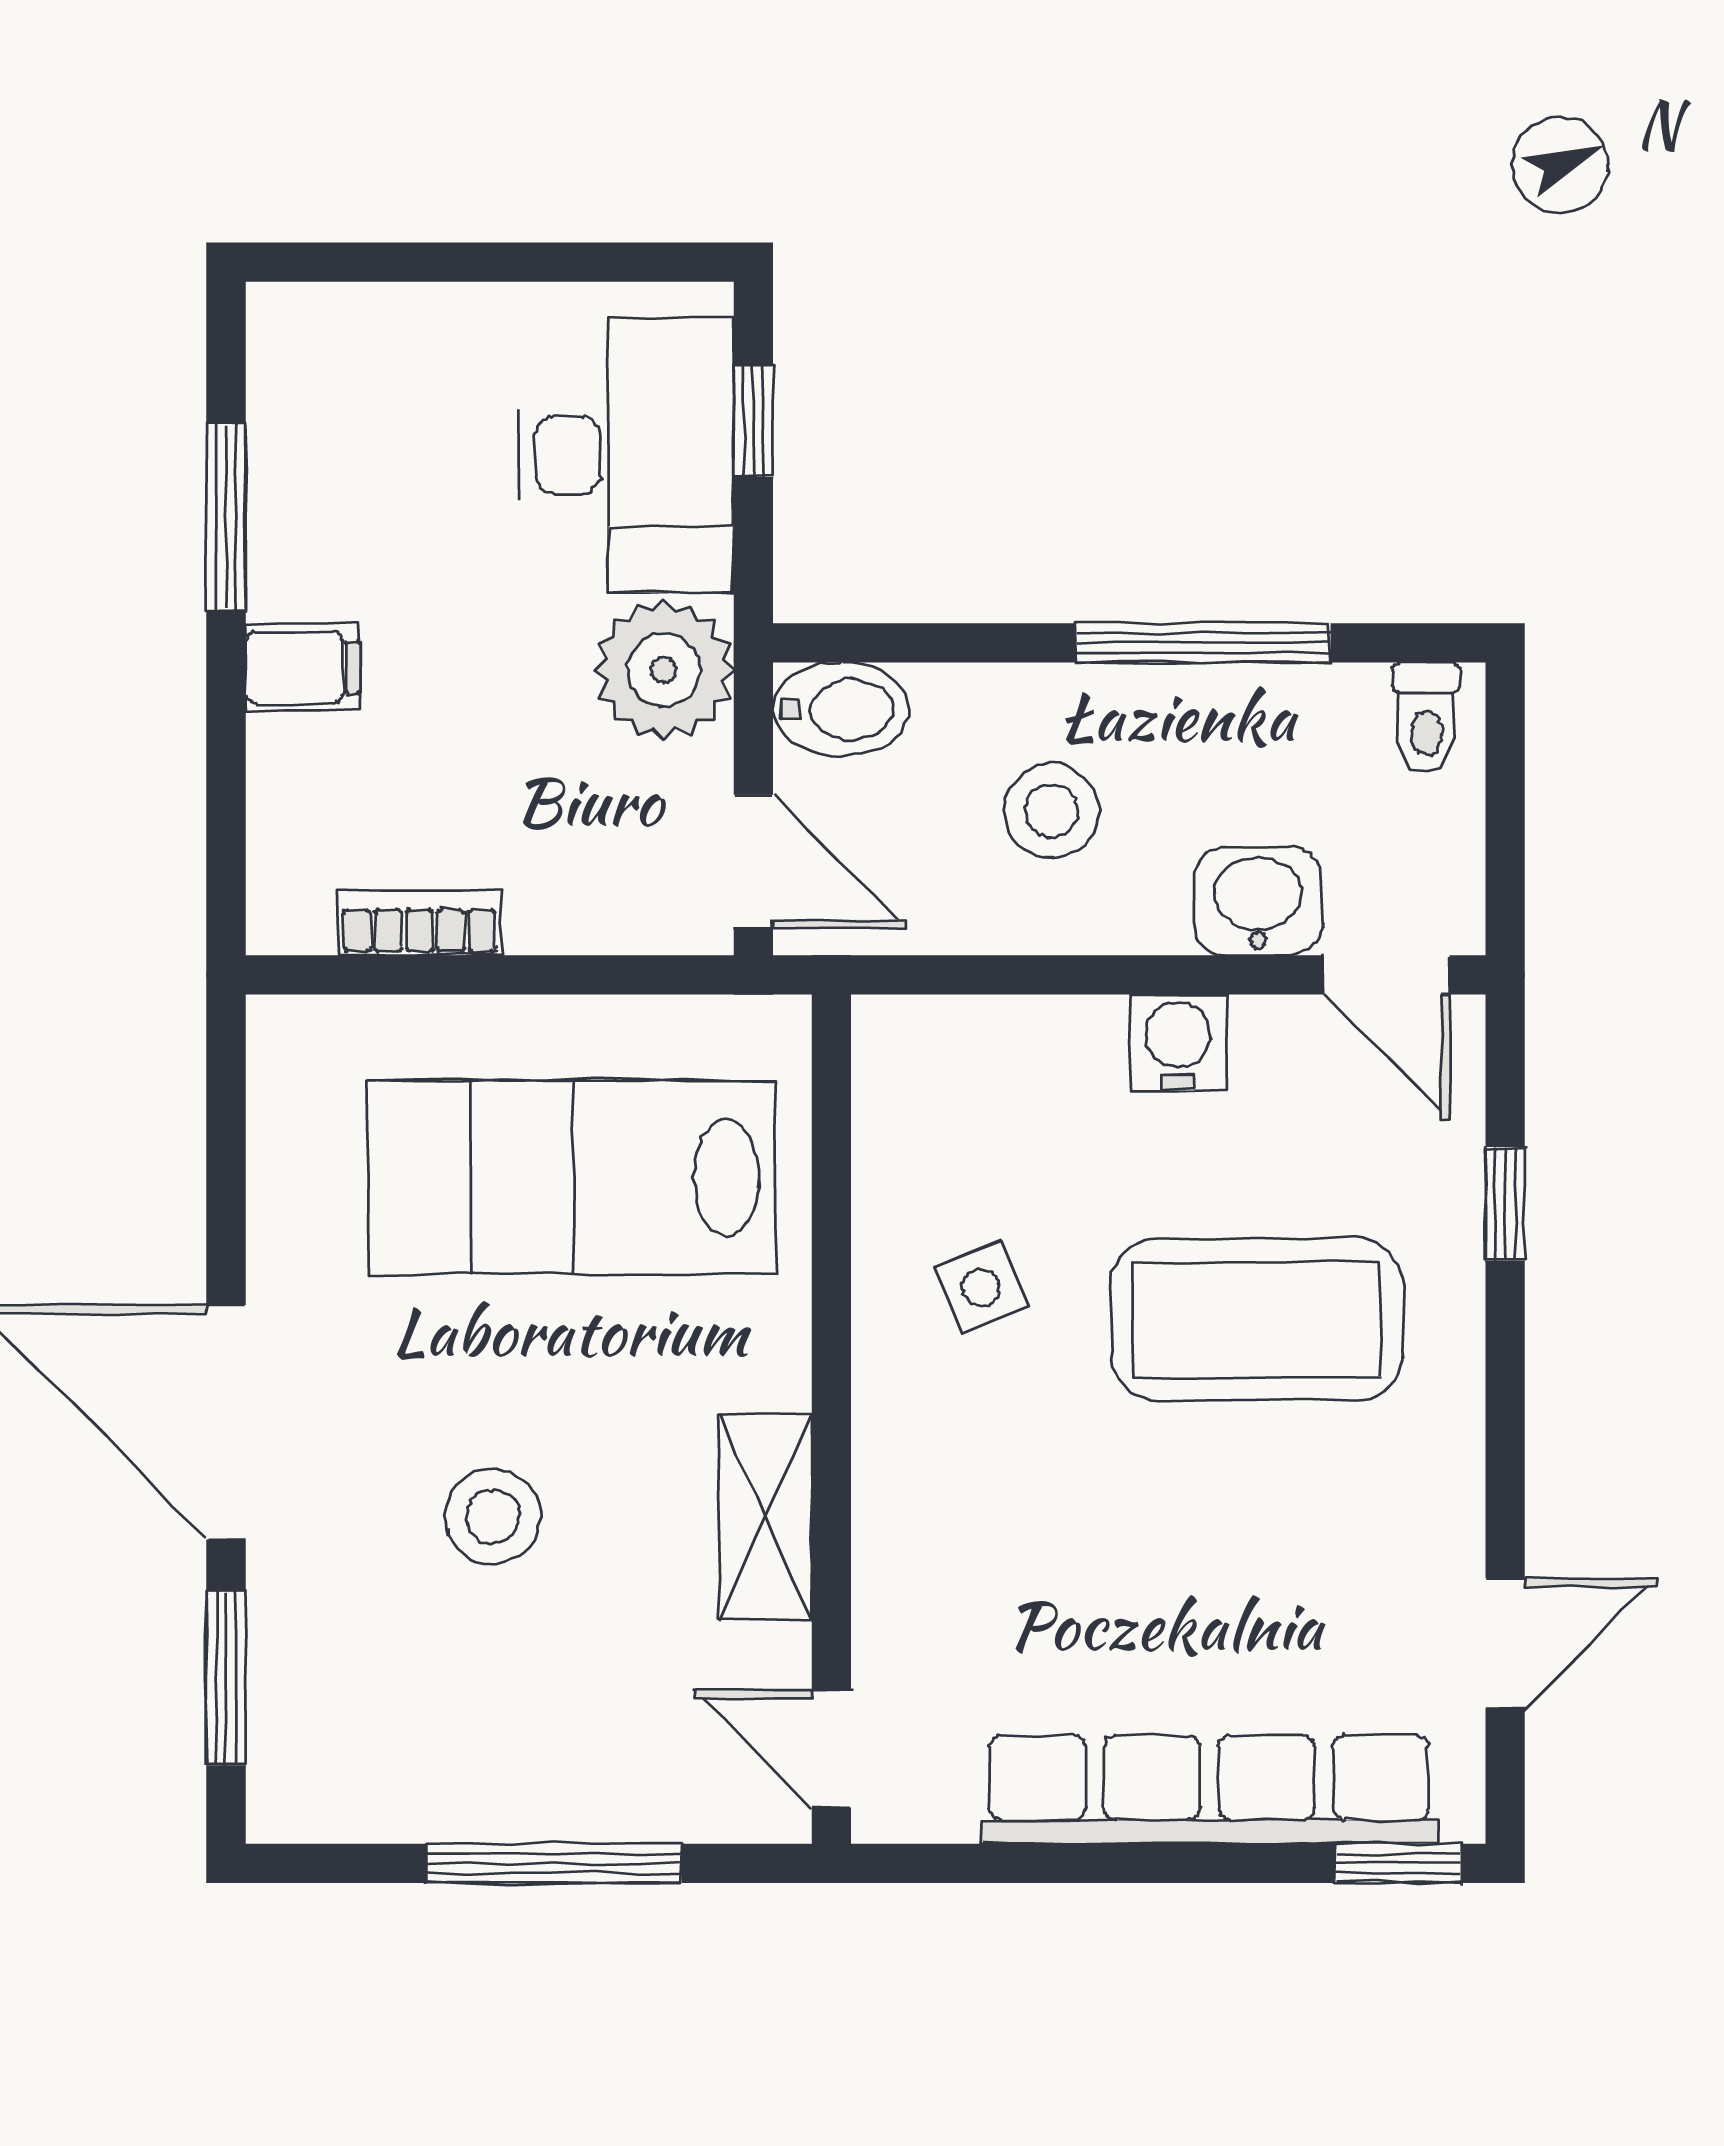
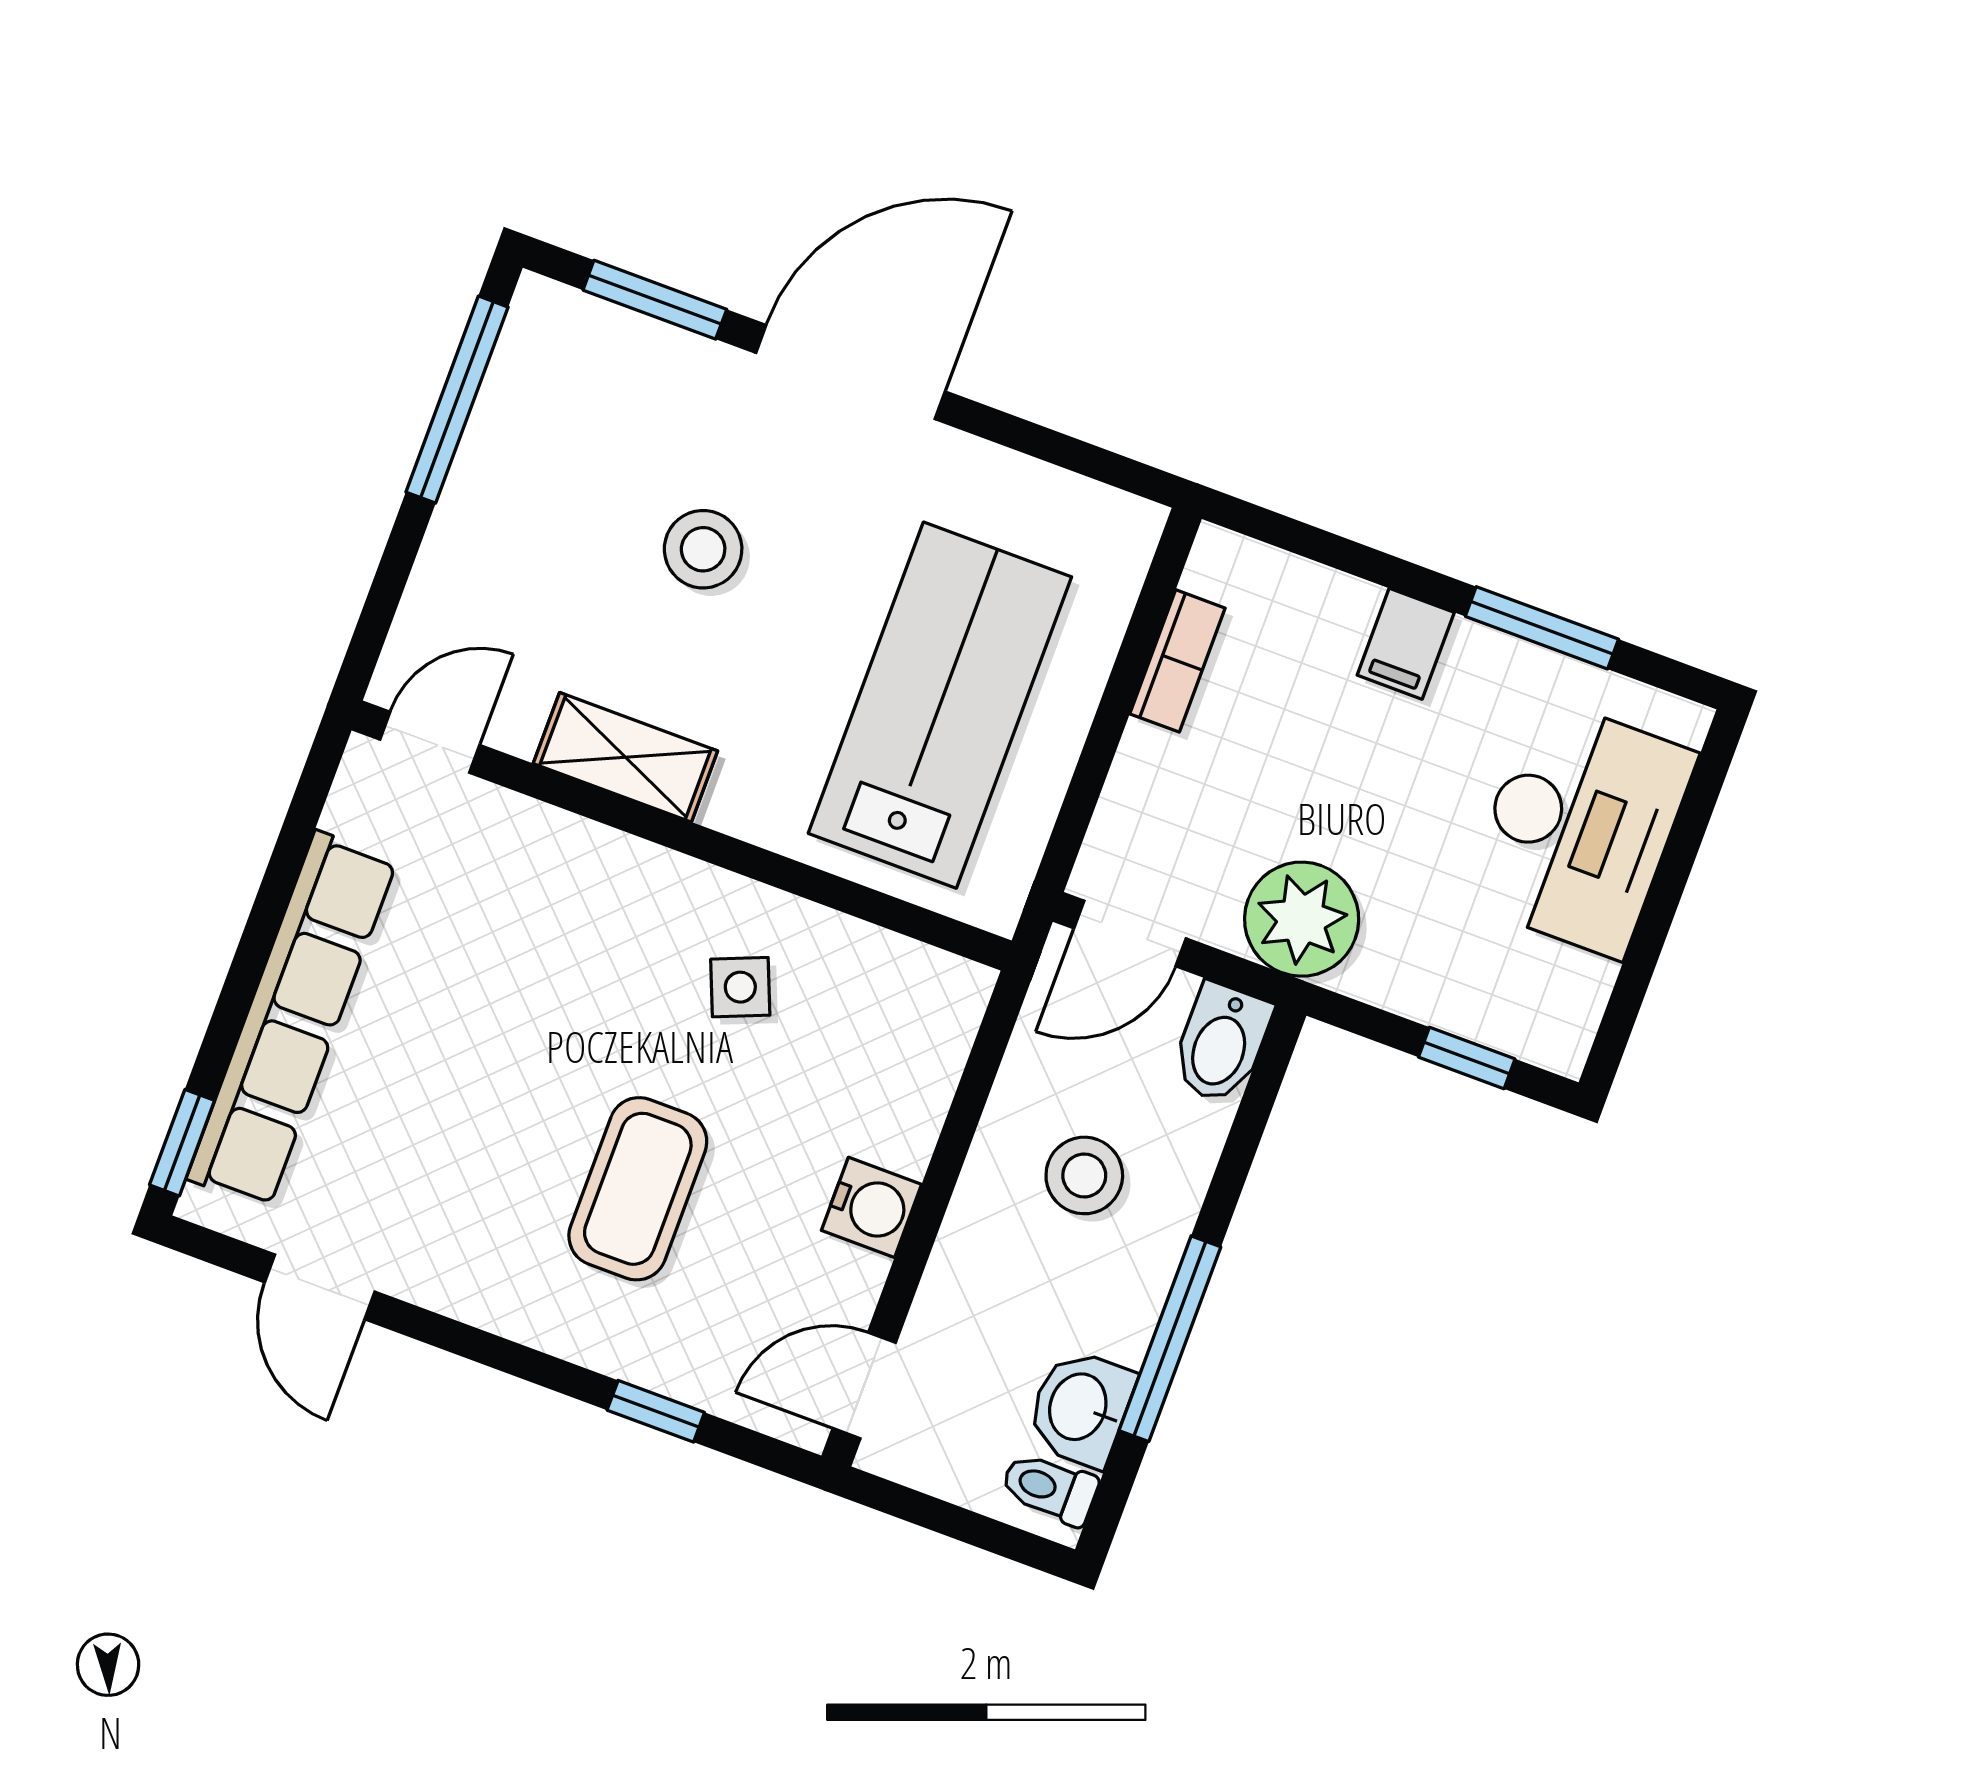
desk: (626, 455) -> (1579, 828), moved, turned -90
washbasin: (1258, 901) -> (1080, 1408), moved, turned 180
coffee table: (1257, 1319) -> (638, 1189), width x0.73, depth x0.76
window: (553, 1863) -> (457, 400), moved

